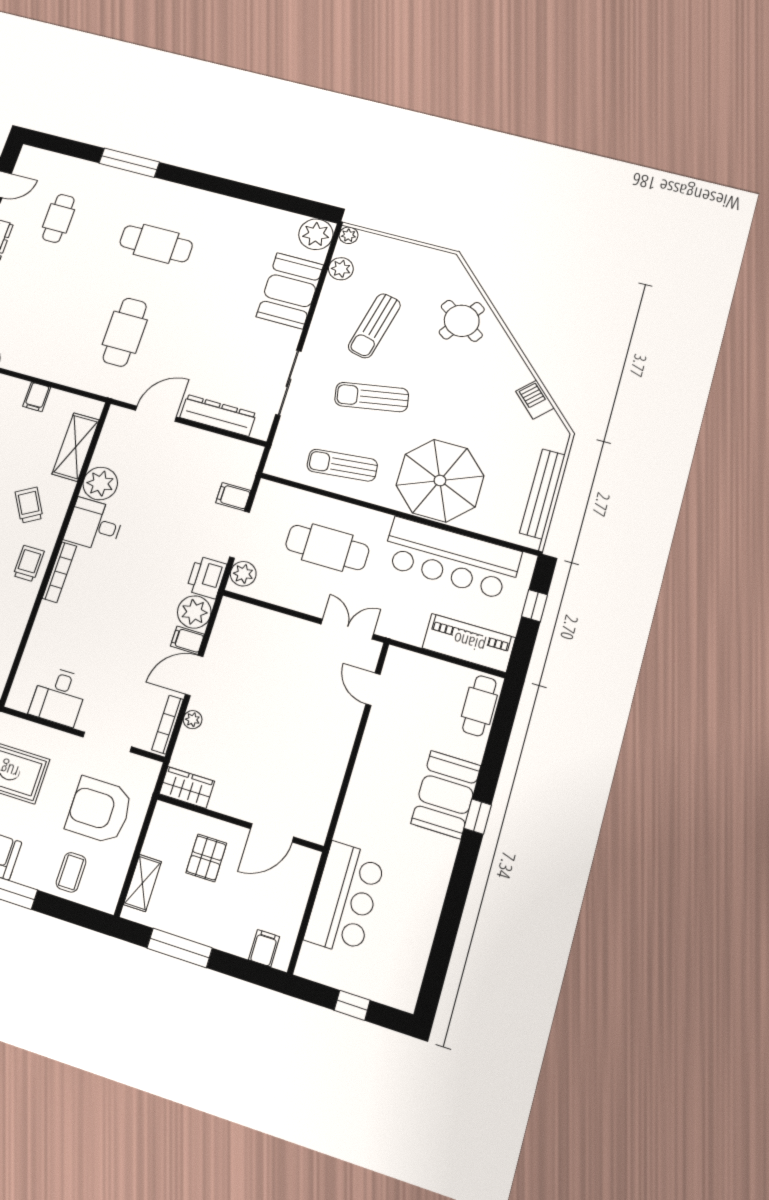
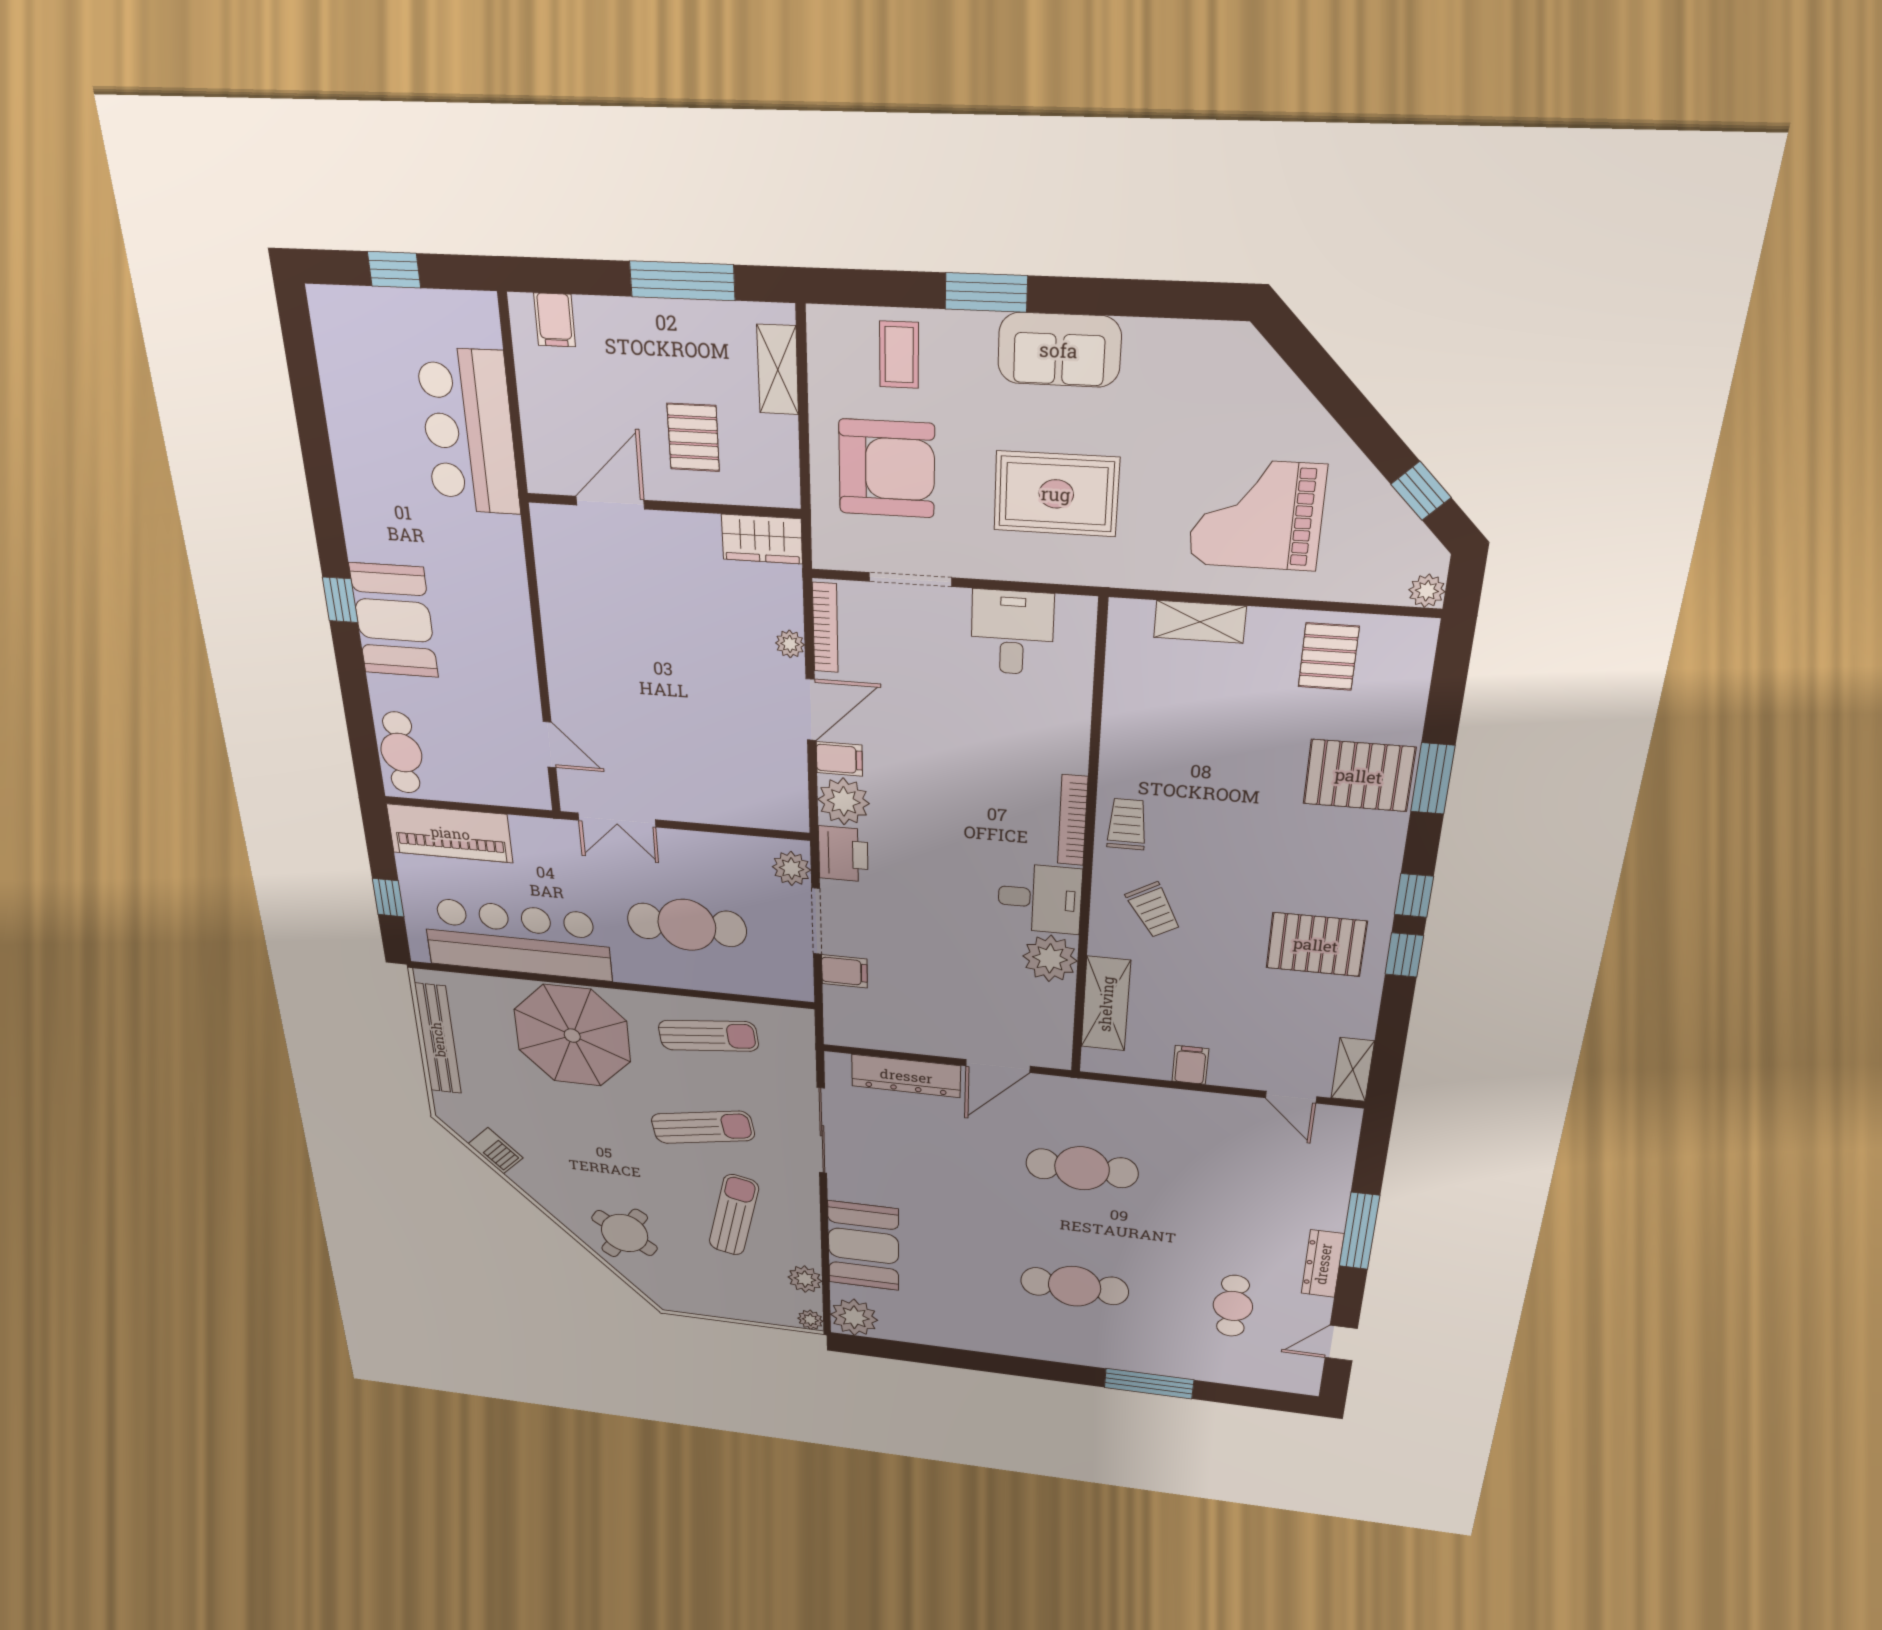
cafe table: (125, 332) -> (1082, 1168), turned 90
trolley: (29, 563) -> (1127, 824), turned 180

